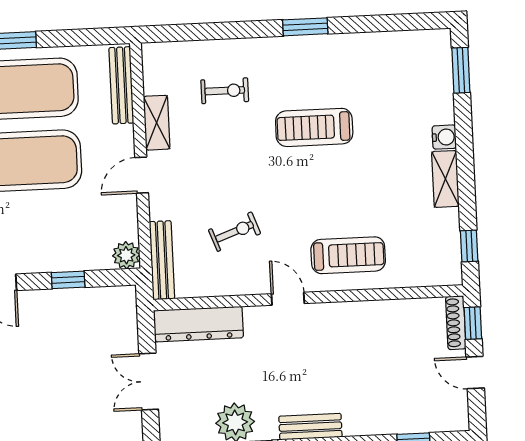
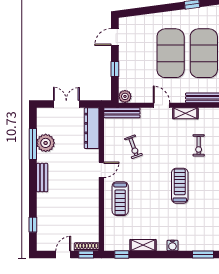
shelving: (445, 179) -> (143, 245), moved

